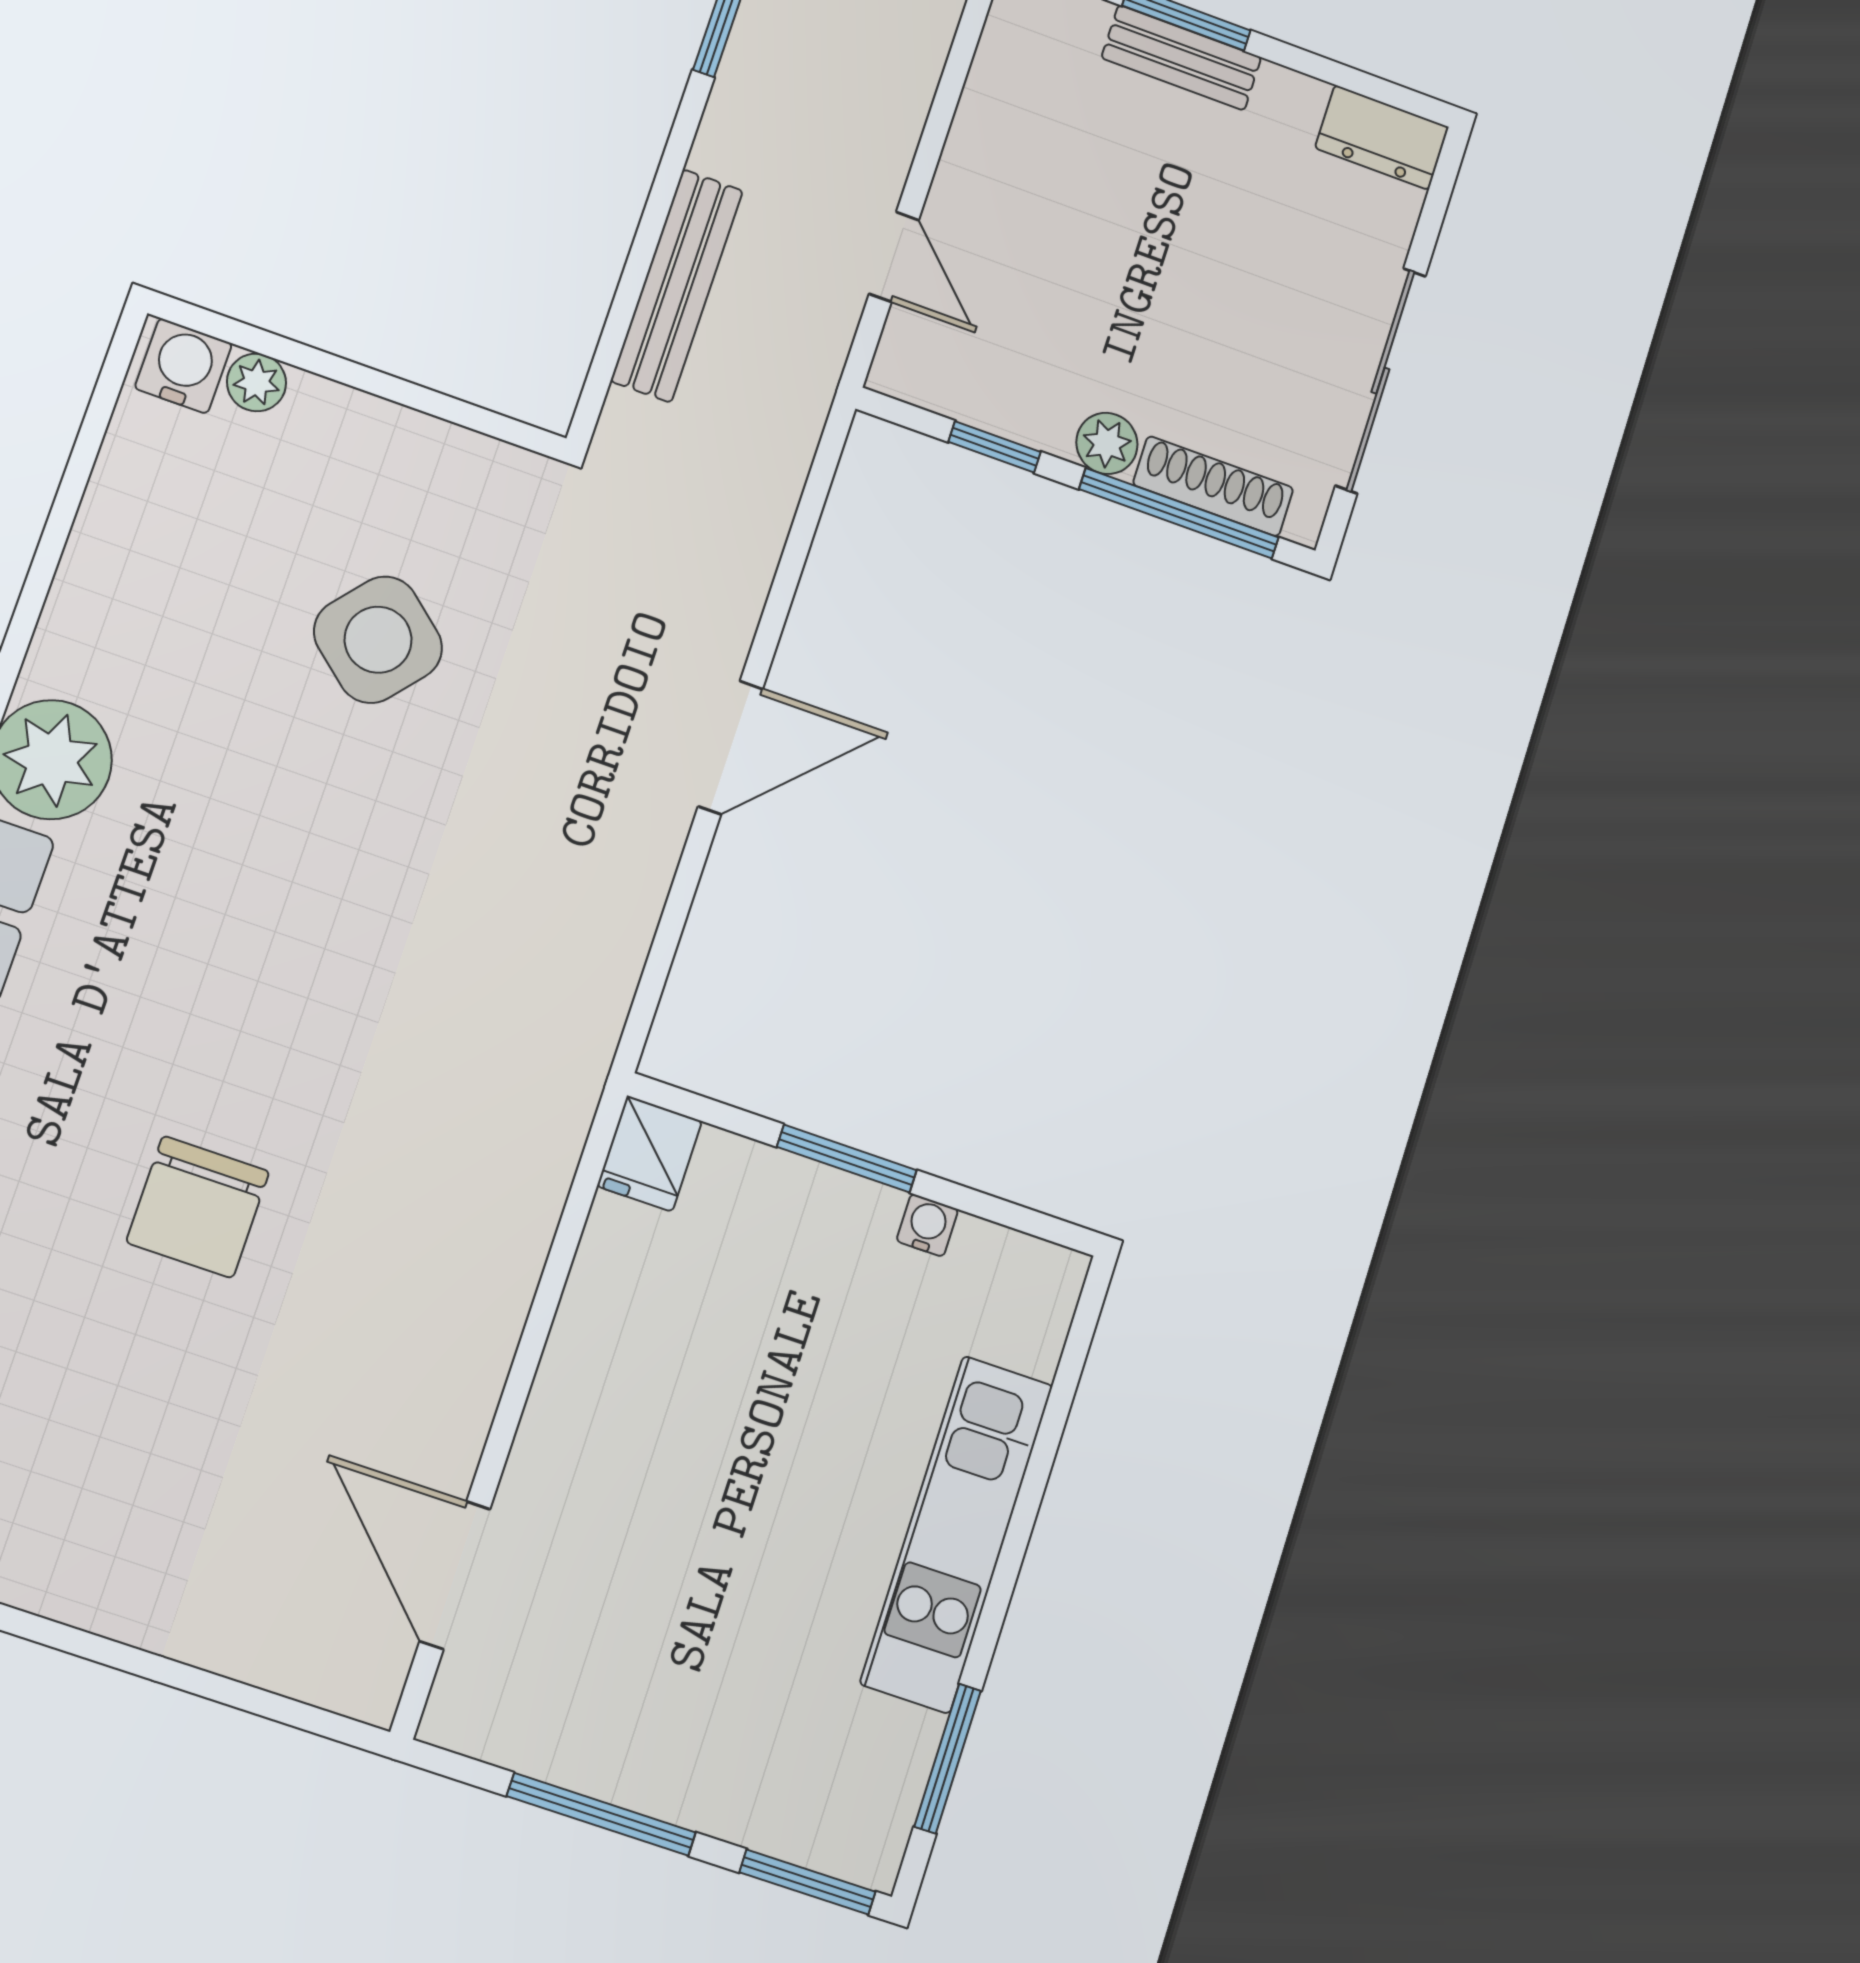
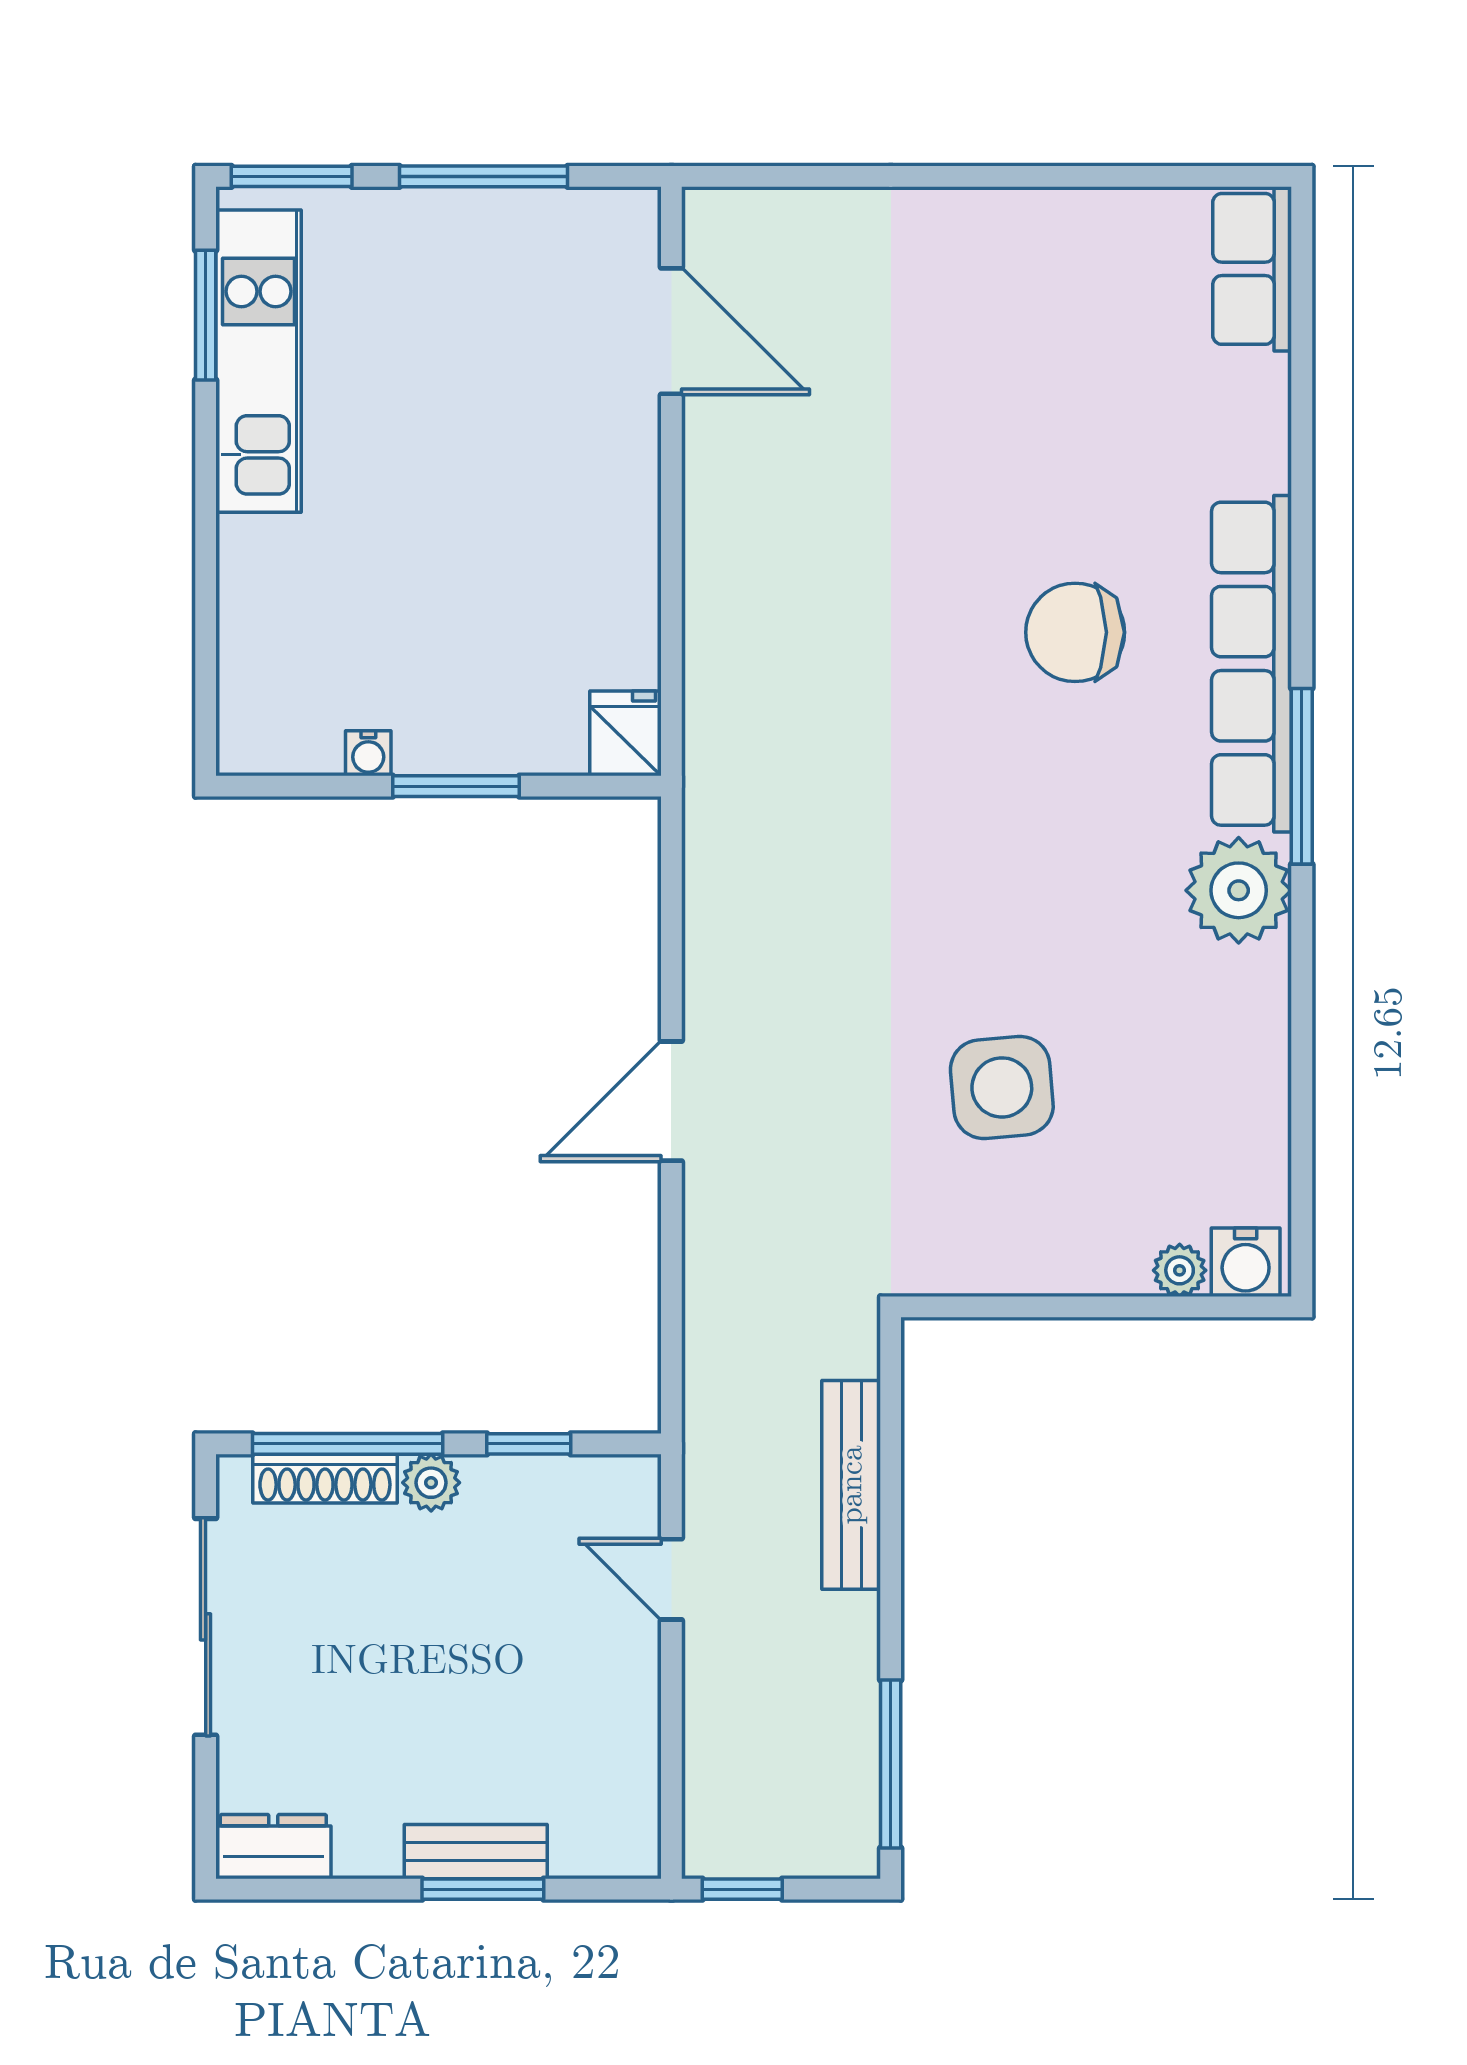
side table: (378, 640) -> (1002, 1087), turned 45
chair: (198, 1207) -> (1075, 632), moved, turned -90
kitchen unit: (957, 1534) -> (259, 361), moved

